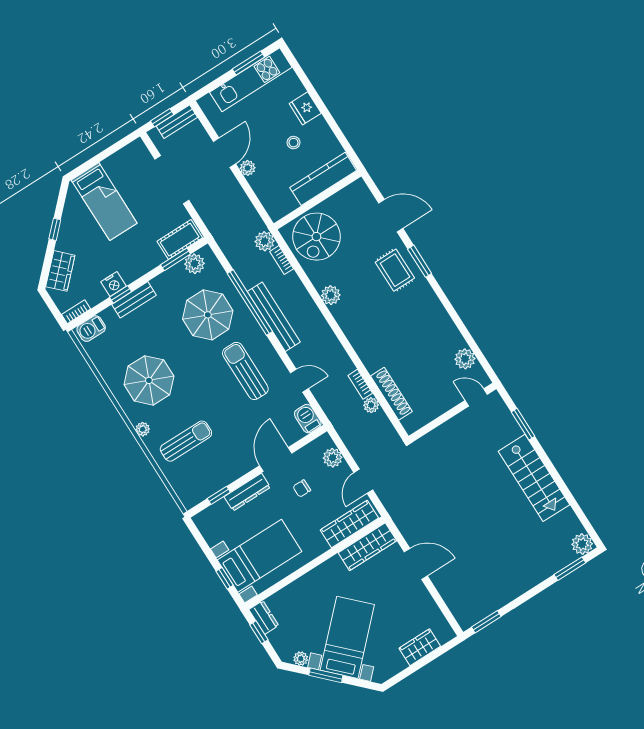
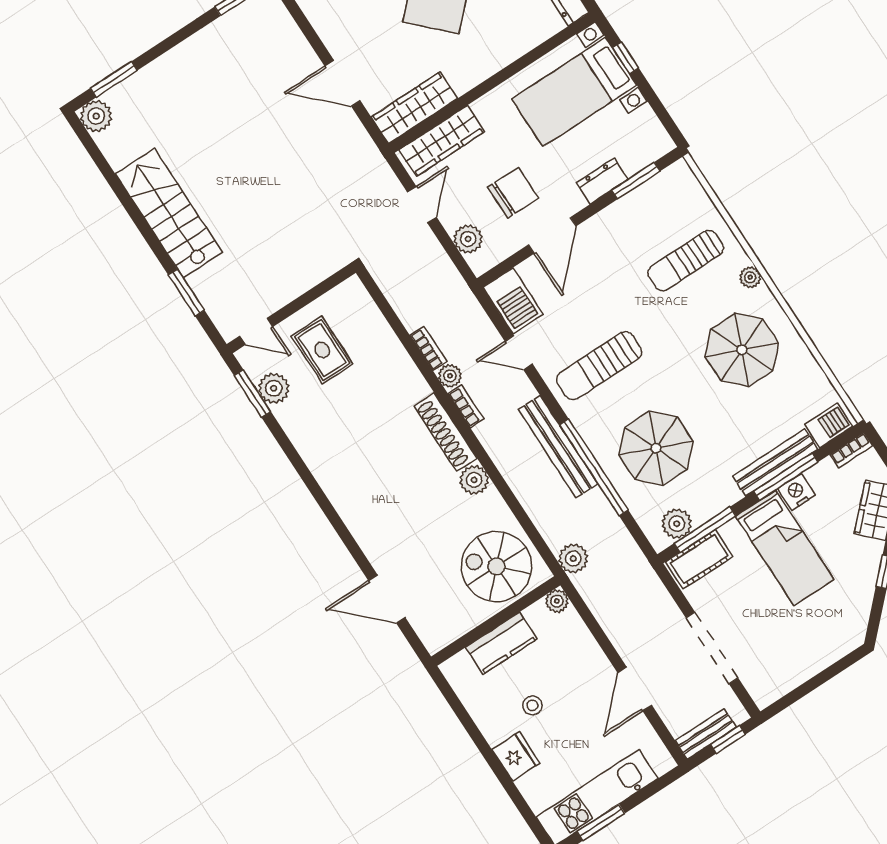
plant: (248, 168) -> (557, 601), moved
kitchen counter: (323, 179) -> (501, 643), width x0.67
bed: (104, 202) -> (785, 548), moved, turned 180
spiral stairs: (316, 237) -> (496, 566), turned -90
window: (176, 259) -> (705, 530), width x1.44
bookcase: (282, 260) -> (466, 406), moved
window: (420, 261) -> (252, 394), moved
rug: (395, 270) -> (322, 350), moved
window: (121, 294) -> (786, 477), width x2.17
bench: (134, 300) -> (775, 463), width x1.36
sun lounger: (245, 371) -> (599, 366), turned 90
shoe rack: (391, 394) -> (446, 432), moved
plant: (371, 405) -> (450, 376), moved
barbecue: (308, 419) -> (513, 301), width x1.38, depth x1.27
chair: (302, 488) -> (513, 193), width x1.87, depth x1.87
dresser: (247, 492) -> (602, 181), width x0.70
window: (219, 495) -> (636, 181), width x1.50

